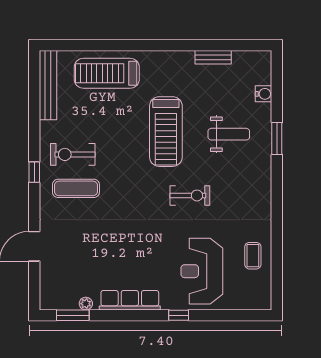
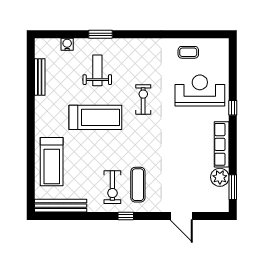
bench: (213, 57) -> (40, 77), width x1.36
reception desk: (202, 271) -> (200, 90), turned 180
plant: (86, 304) -> (220, 177), width x1.88, depth x1.88

